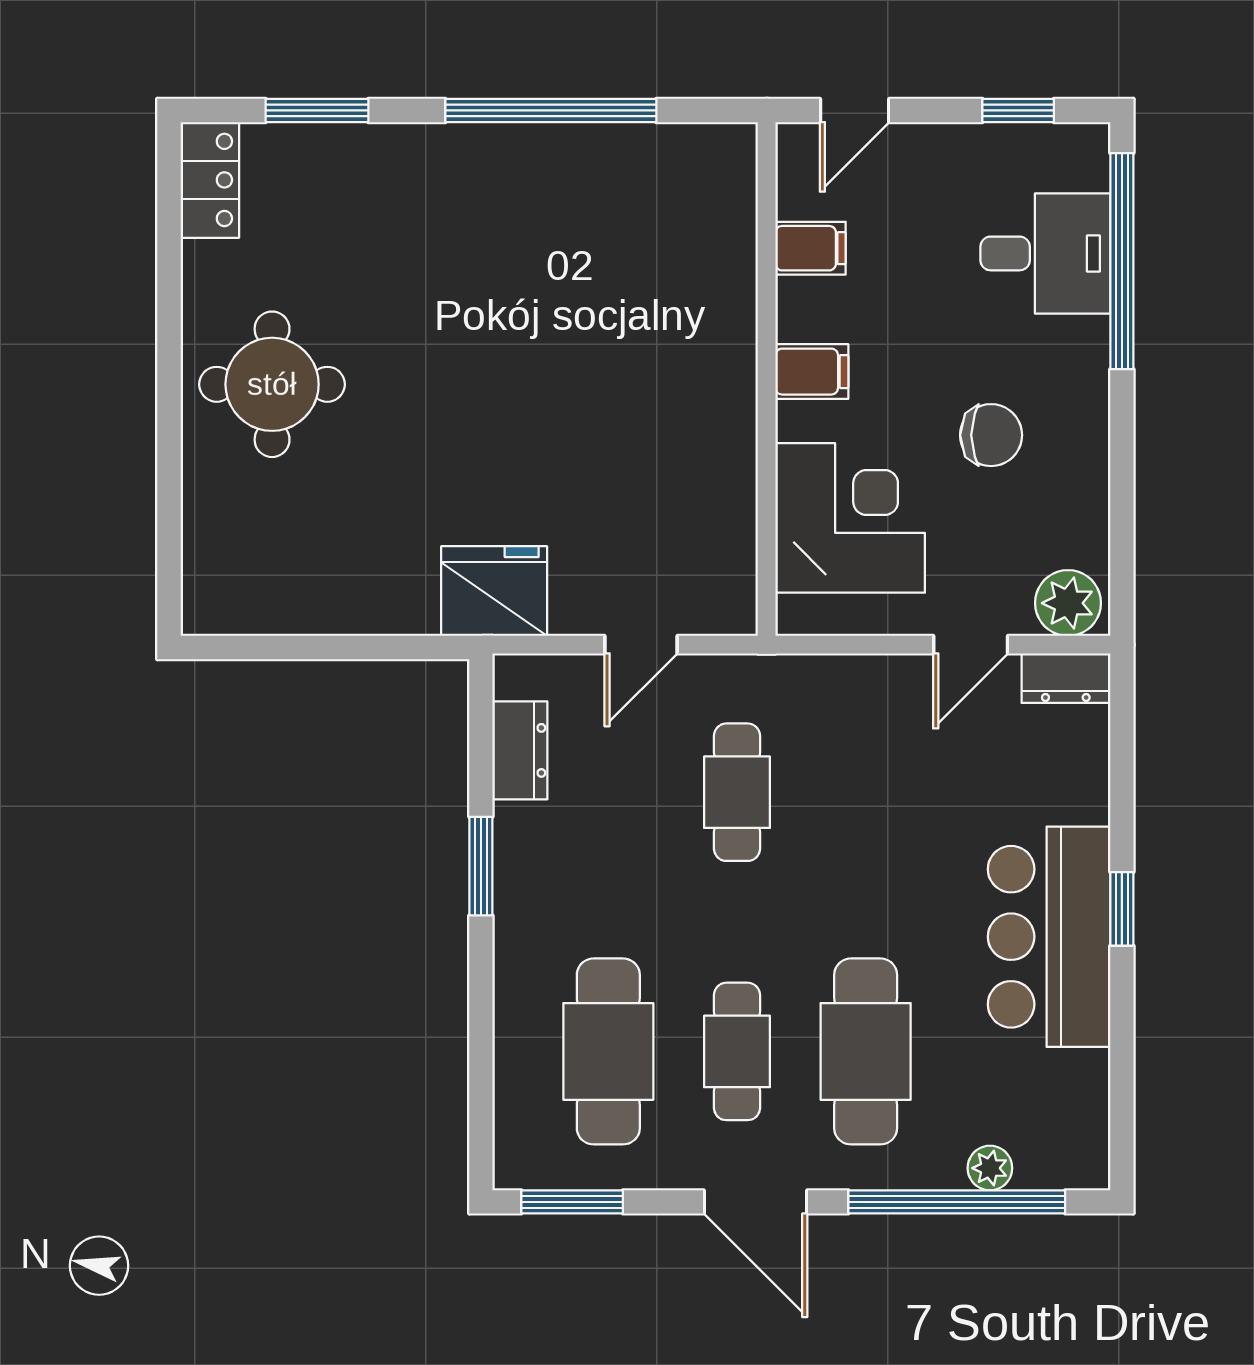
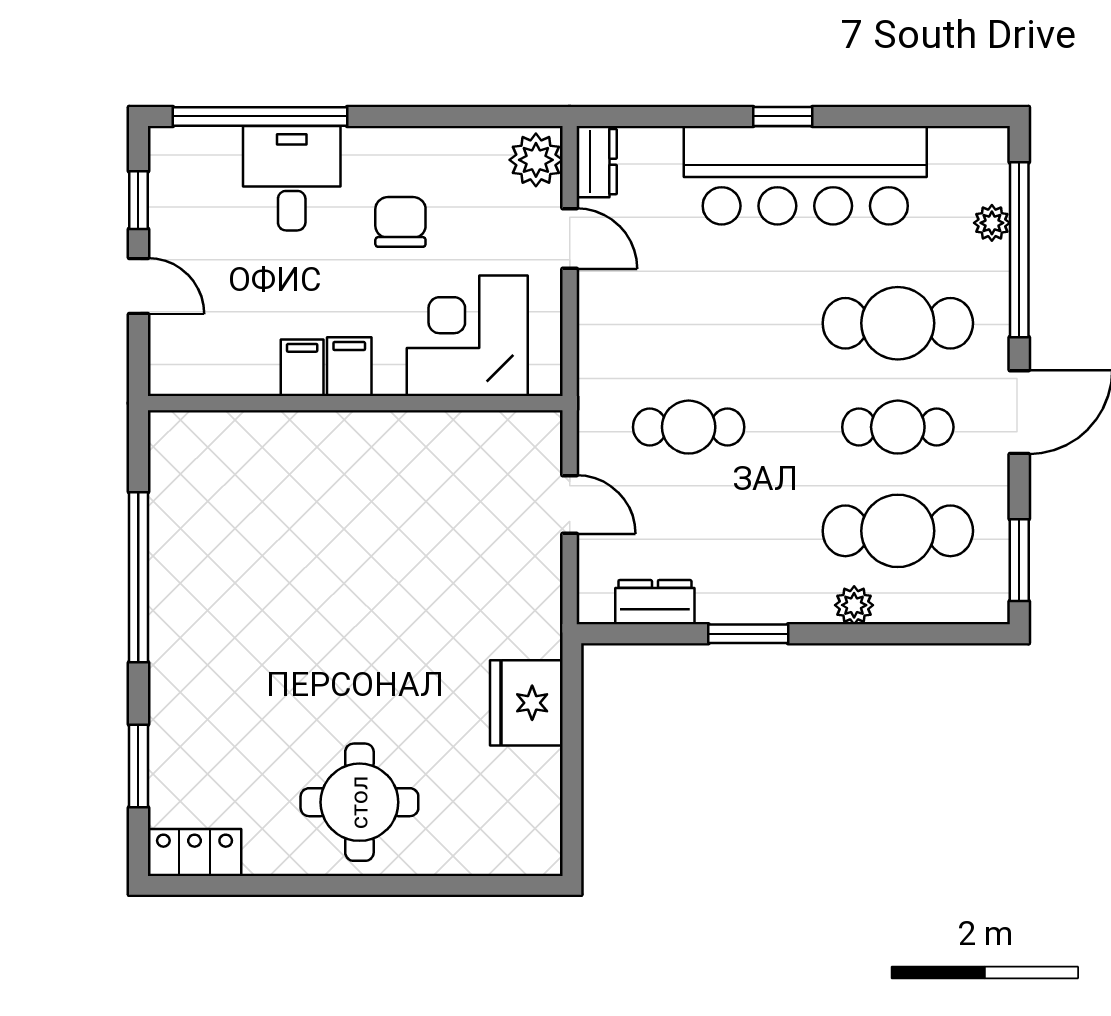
door: (855, 110) -> (138, 286), moved
filing cabinet: (811, 248) -> (302, 368), moved
desk: (1045, 253) -> (292, 178), moved
fridge: (494, 591) -> (526, 703), moved
bar counter: (1049, 937) -> (805, 175), width x1.36
plant: (516, 997) -> (854, 605), added

